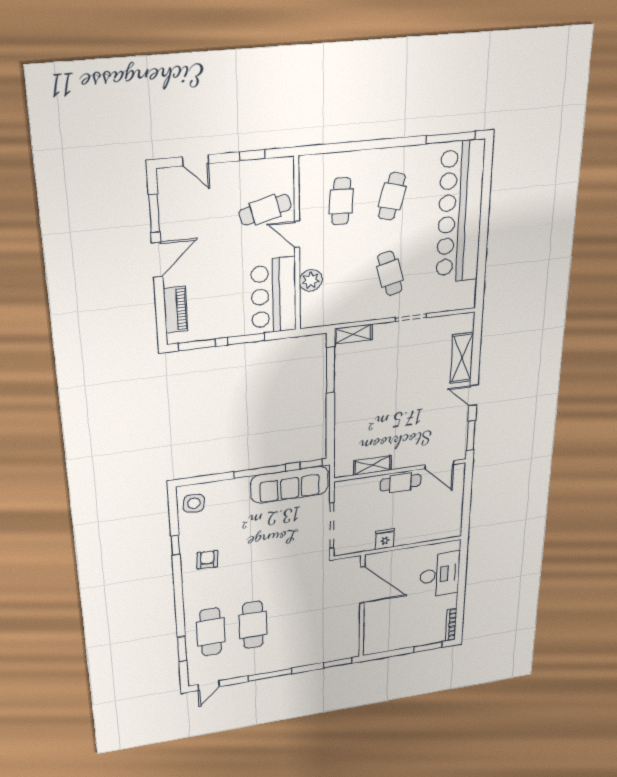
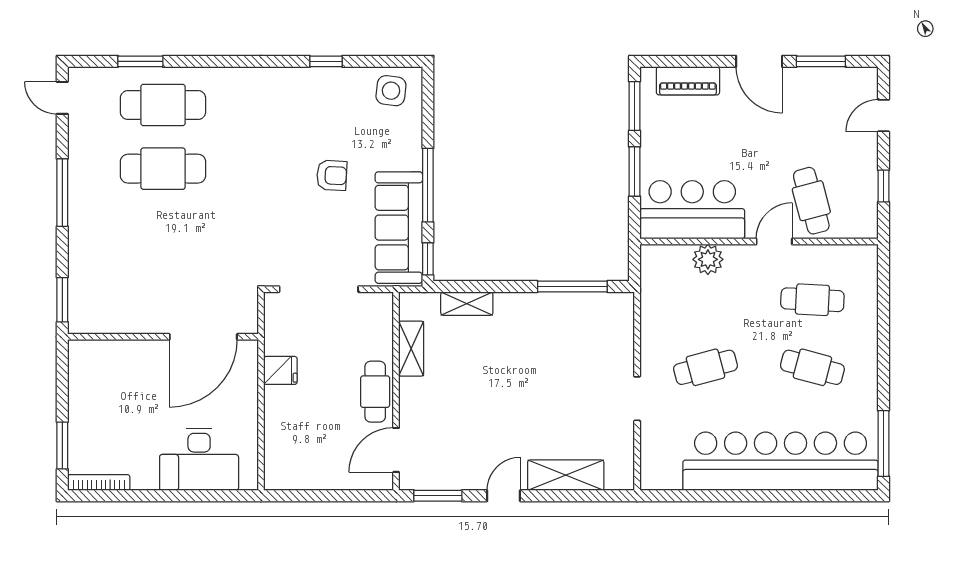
shelving: (353, 334) -> (467, 304), moved, turned 90
armchair: (207, 560) -> (332, 175), moved

